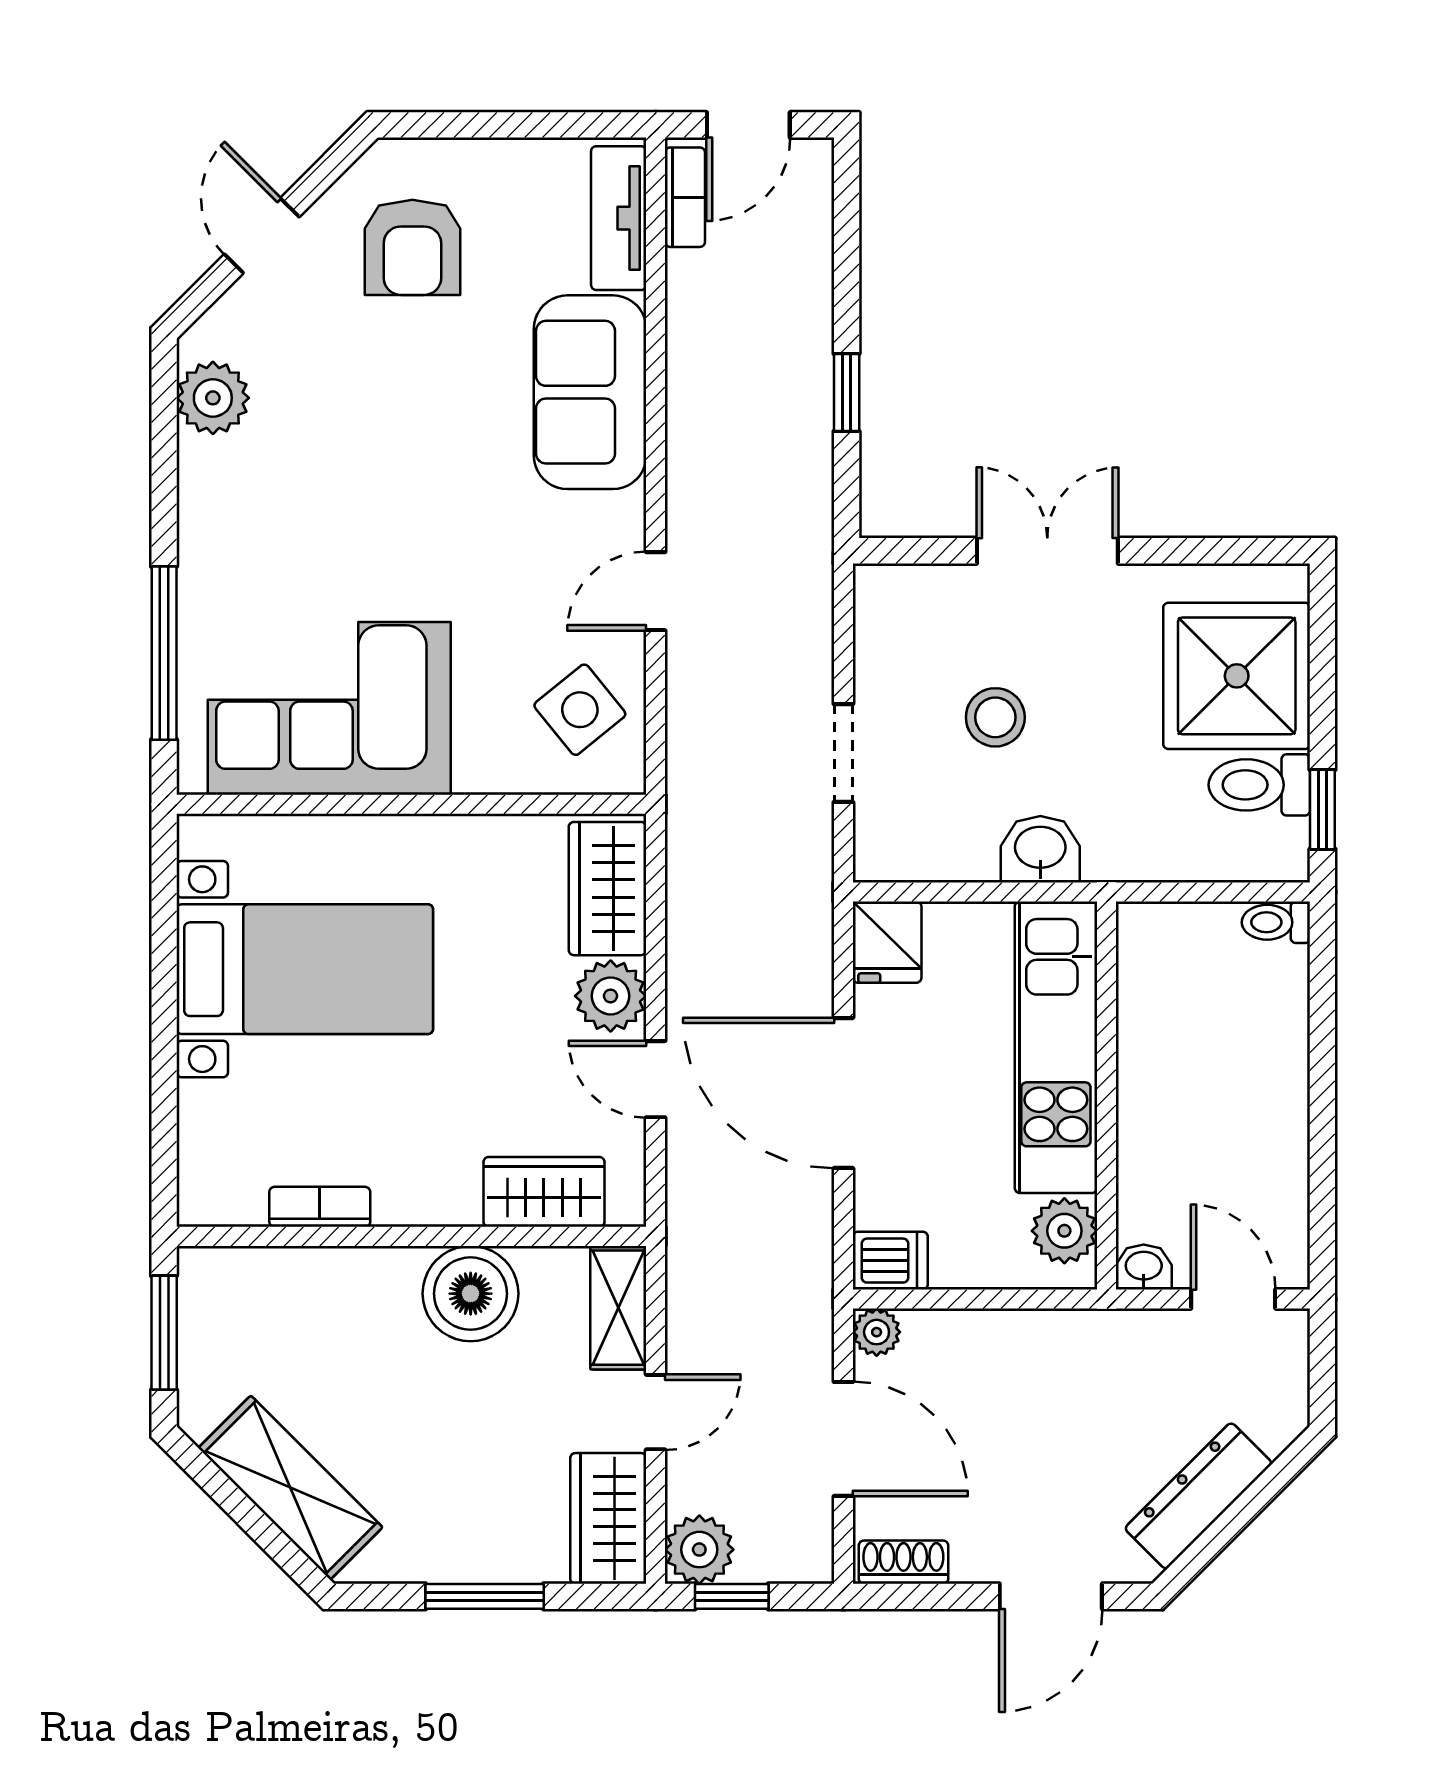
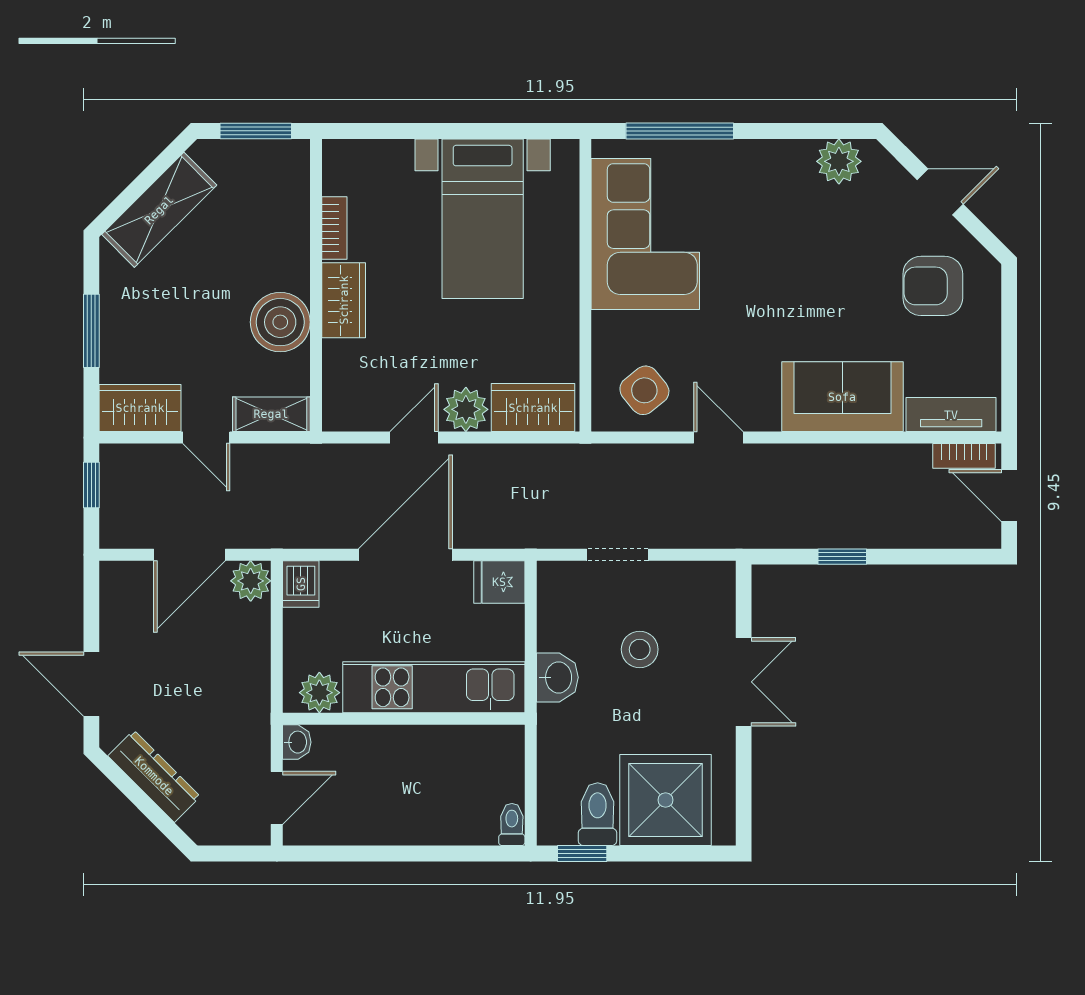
wardrobe: (544, 1192) -> (344, 300), moved
plant: (877, 1332) -> (251, 581), width x1.38, depth x1.38
plant: (699, 1550) -> (121, 465), removed
shoe rack: (903, 1562) -> (113, 592), removed

